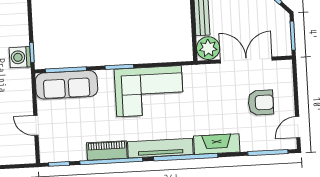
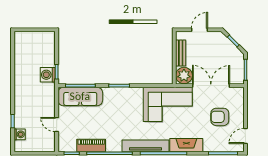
corner sofa: (149, 91) -> (168, 104), moved
armchair: (261, 103) -> (220, 117), turned 180
piano: (107, 150) -> (91, 145), moved

